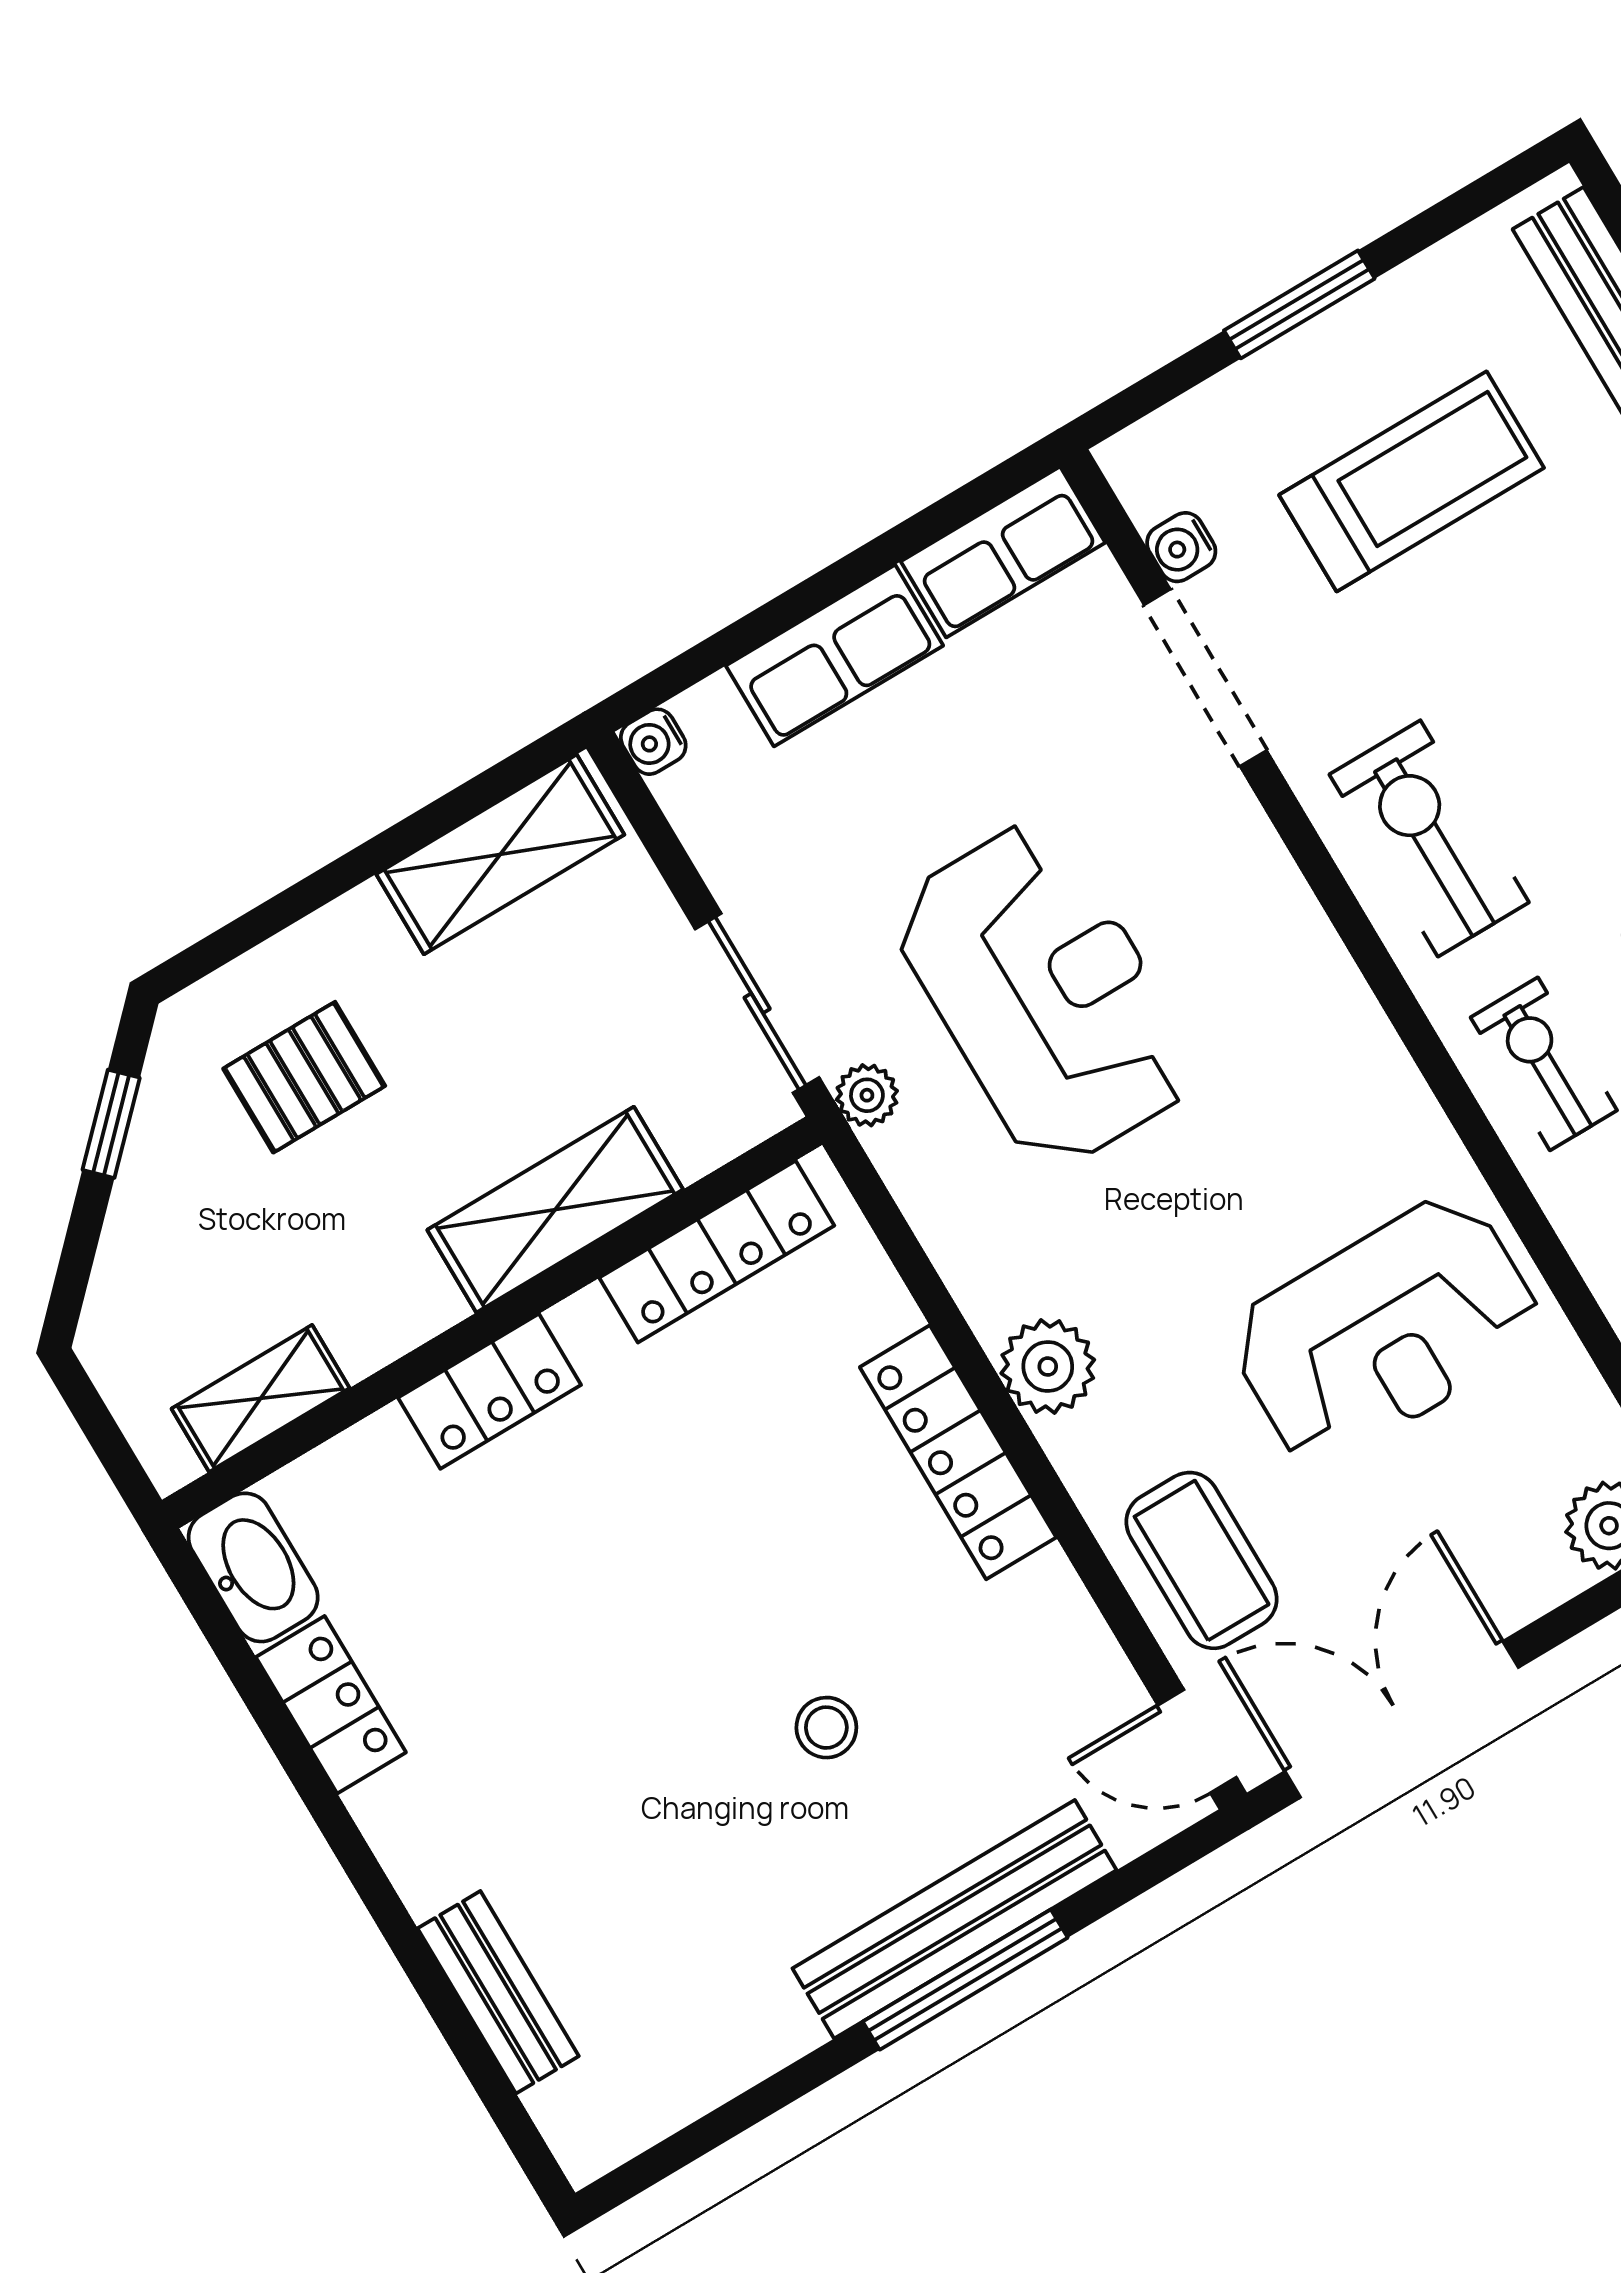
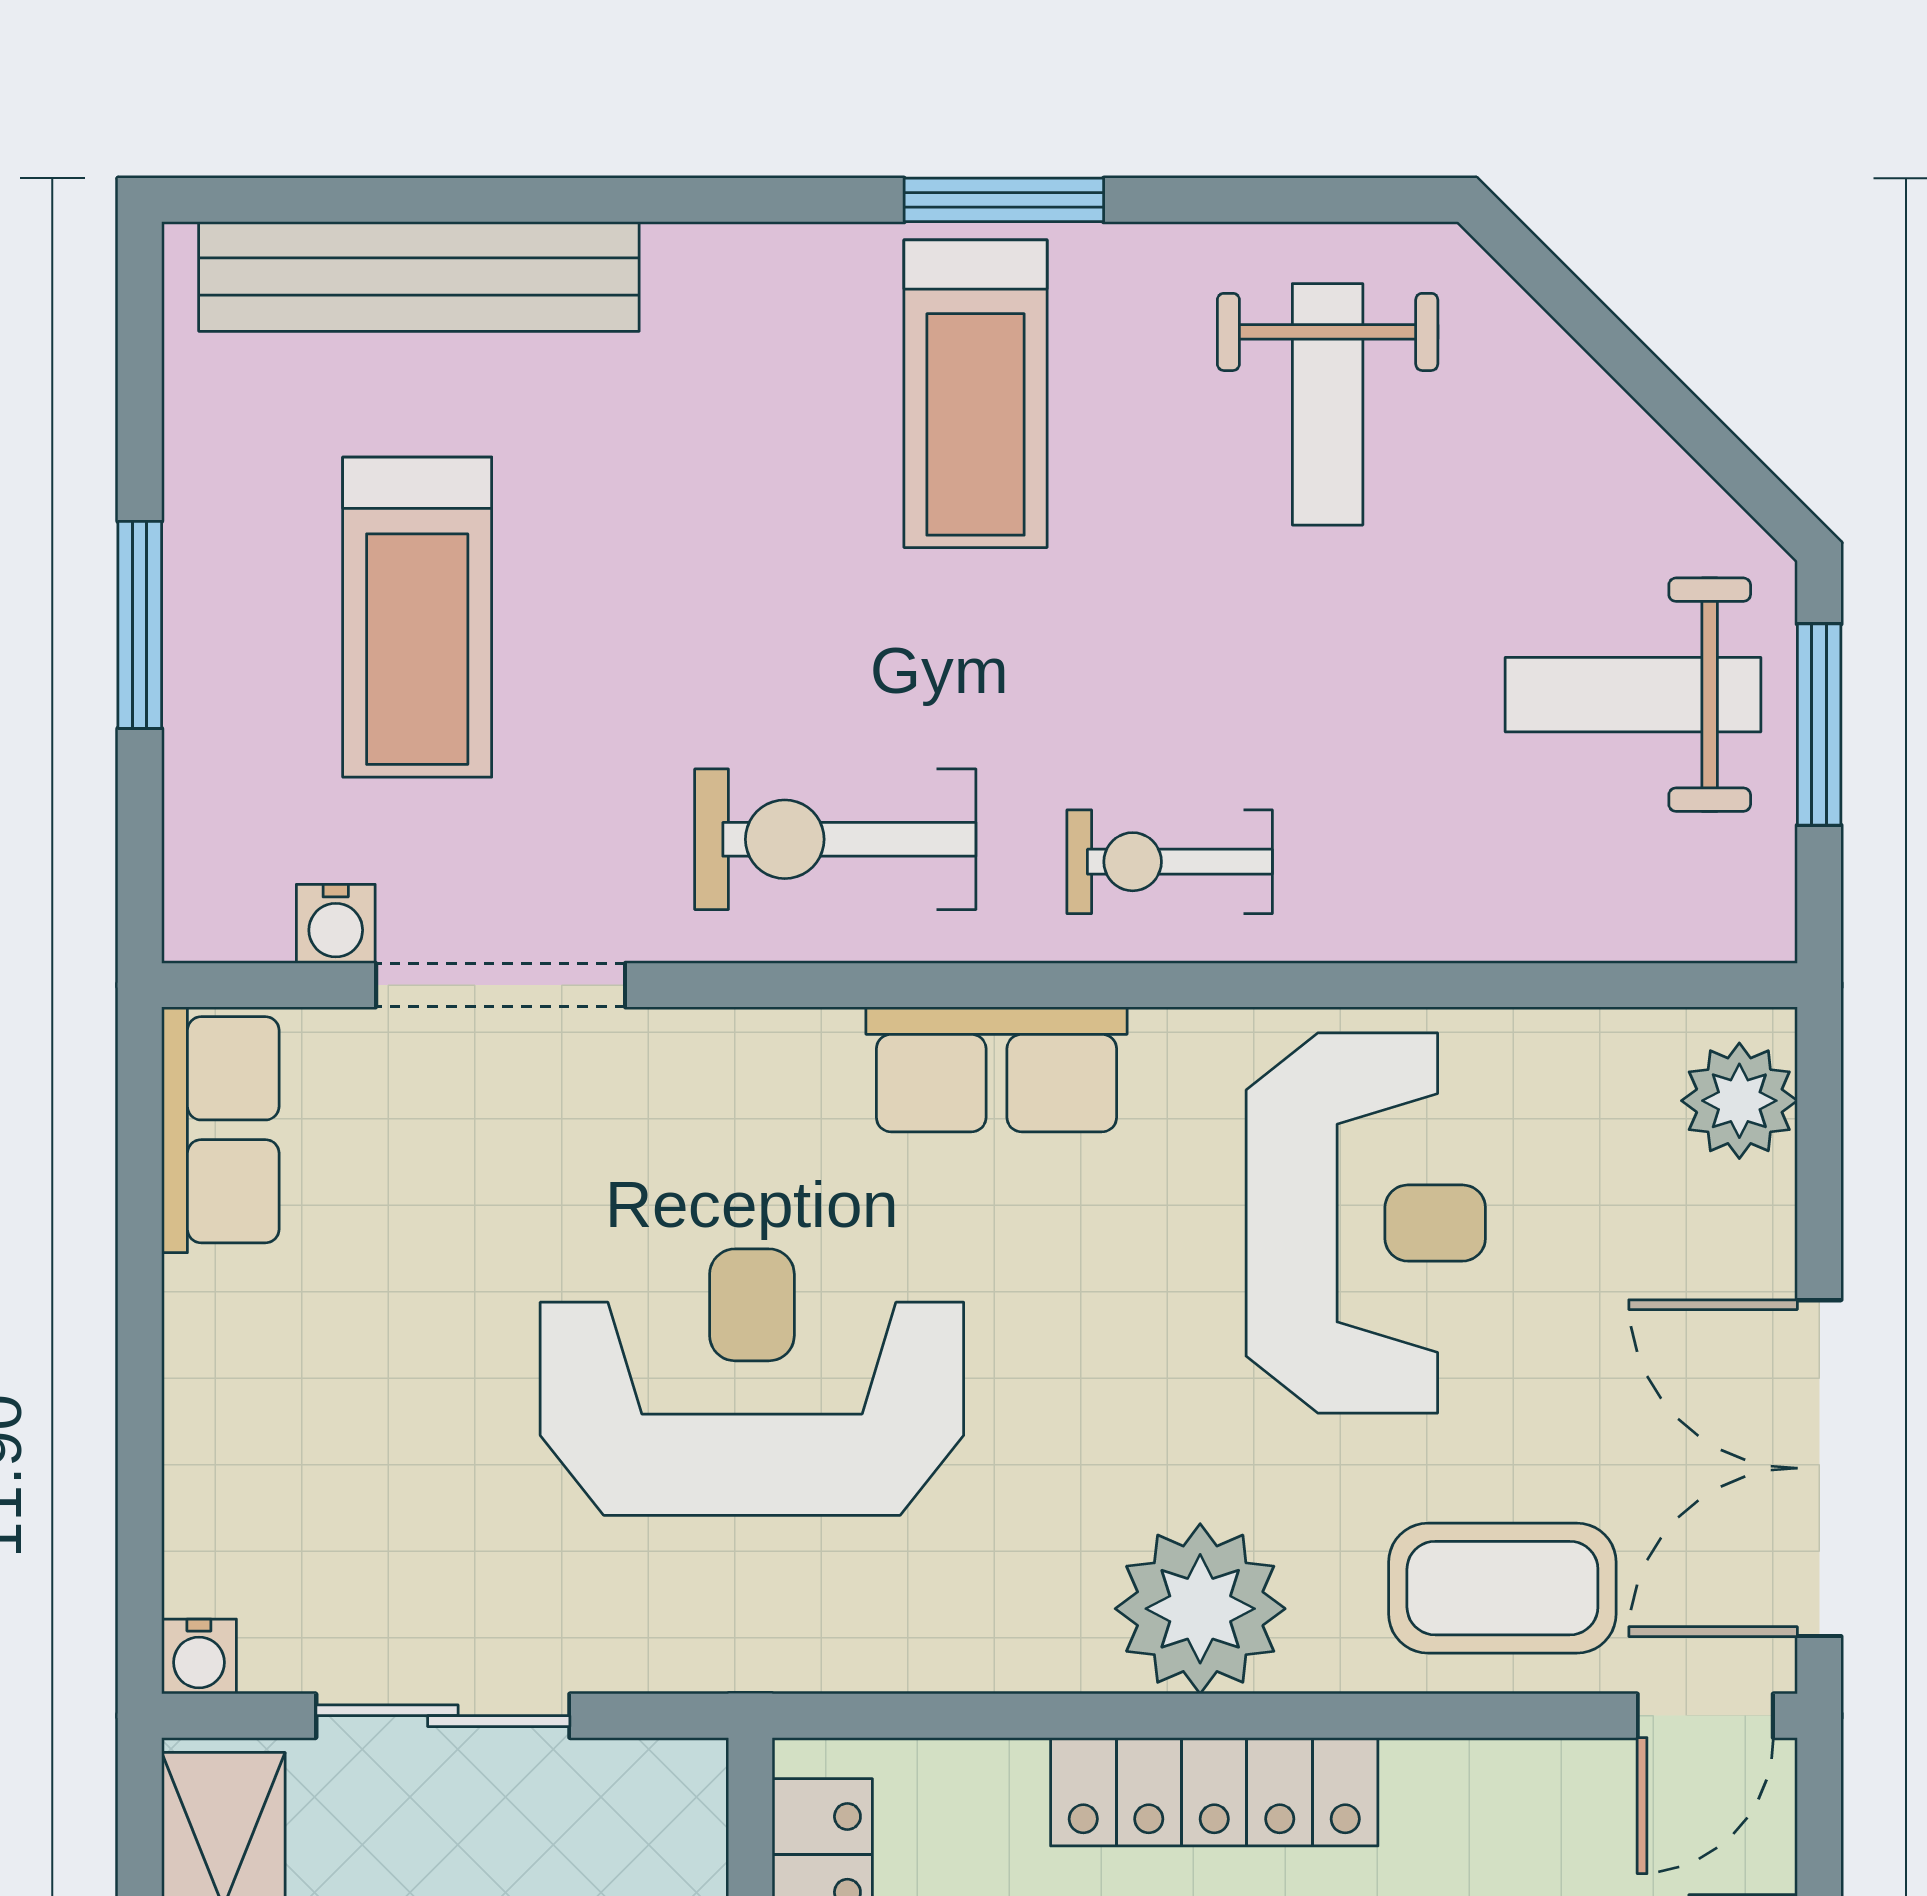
treadmill: (1412, 481) -> (417, 617), turned 180
row of seats: (834, 656) -> (996, 1069), moved, turned 90
sliding door: (757, 1003) -> (443, 1716), moved
plant: (867, 1095) -> (746, 1653), removed
plant: (1048, 1367) -> (1200, 1609), width x1.36, depth x1.36

